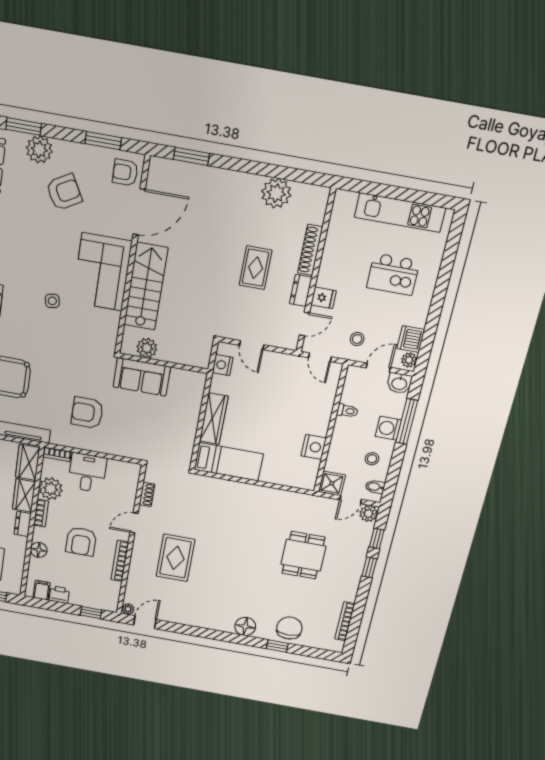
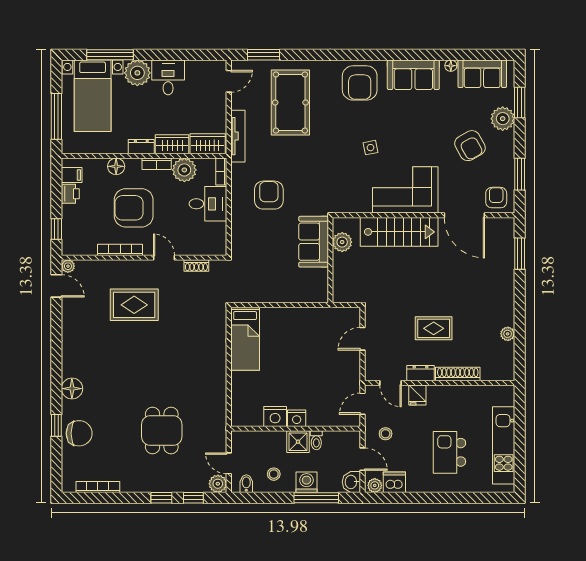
plant: (276, 193) -> (508, 334), width x0.53, depth x0.53
nightstand: (223, 365) -> (297, 418), moved, turned 180
wardrobe: (214, 419) -> (285, 317), removed
shower: (332, 483) -> (298, 442), moved
armchair: (81, 541) -> (134, 208), width x1.36, depth x1.36
dining table: (303, 555) -> (162, 431), turned 90

